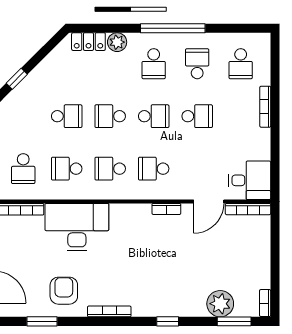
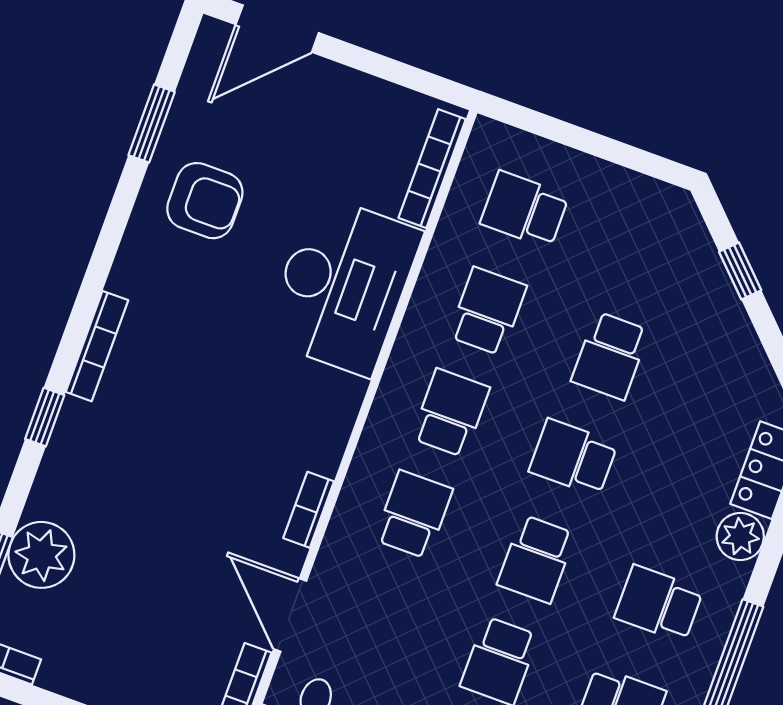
school desk: (110, 116) -> (573, 457), turned -90
bookcase: (109, 311) -> (97, 346), moved

